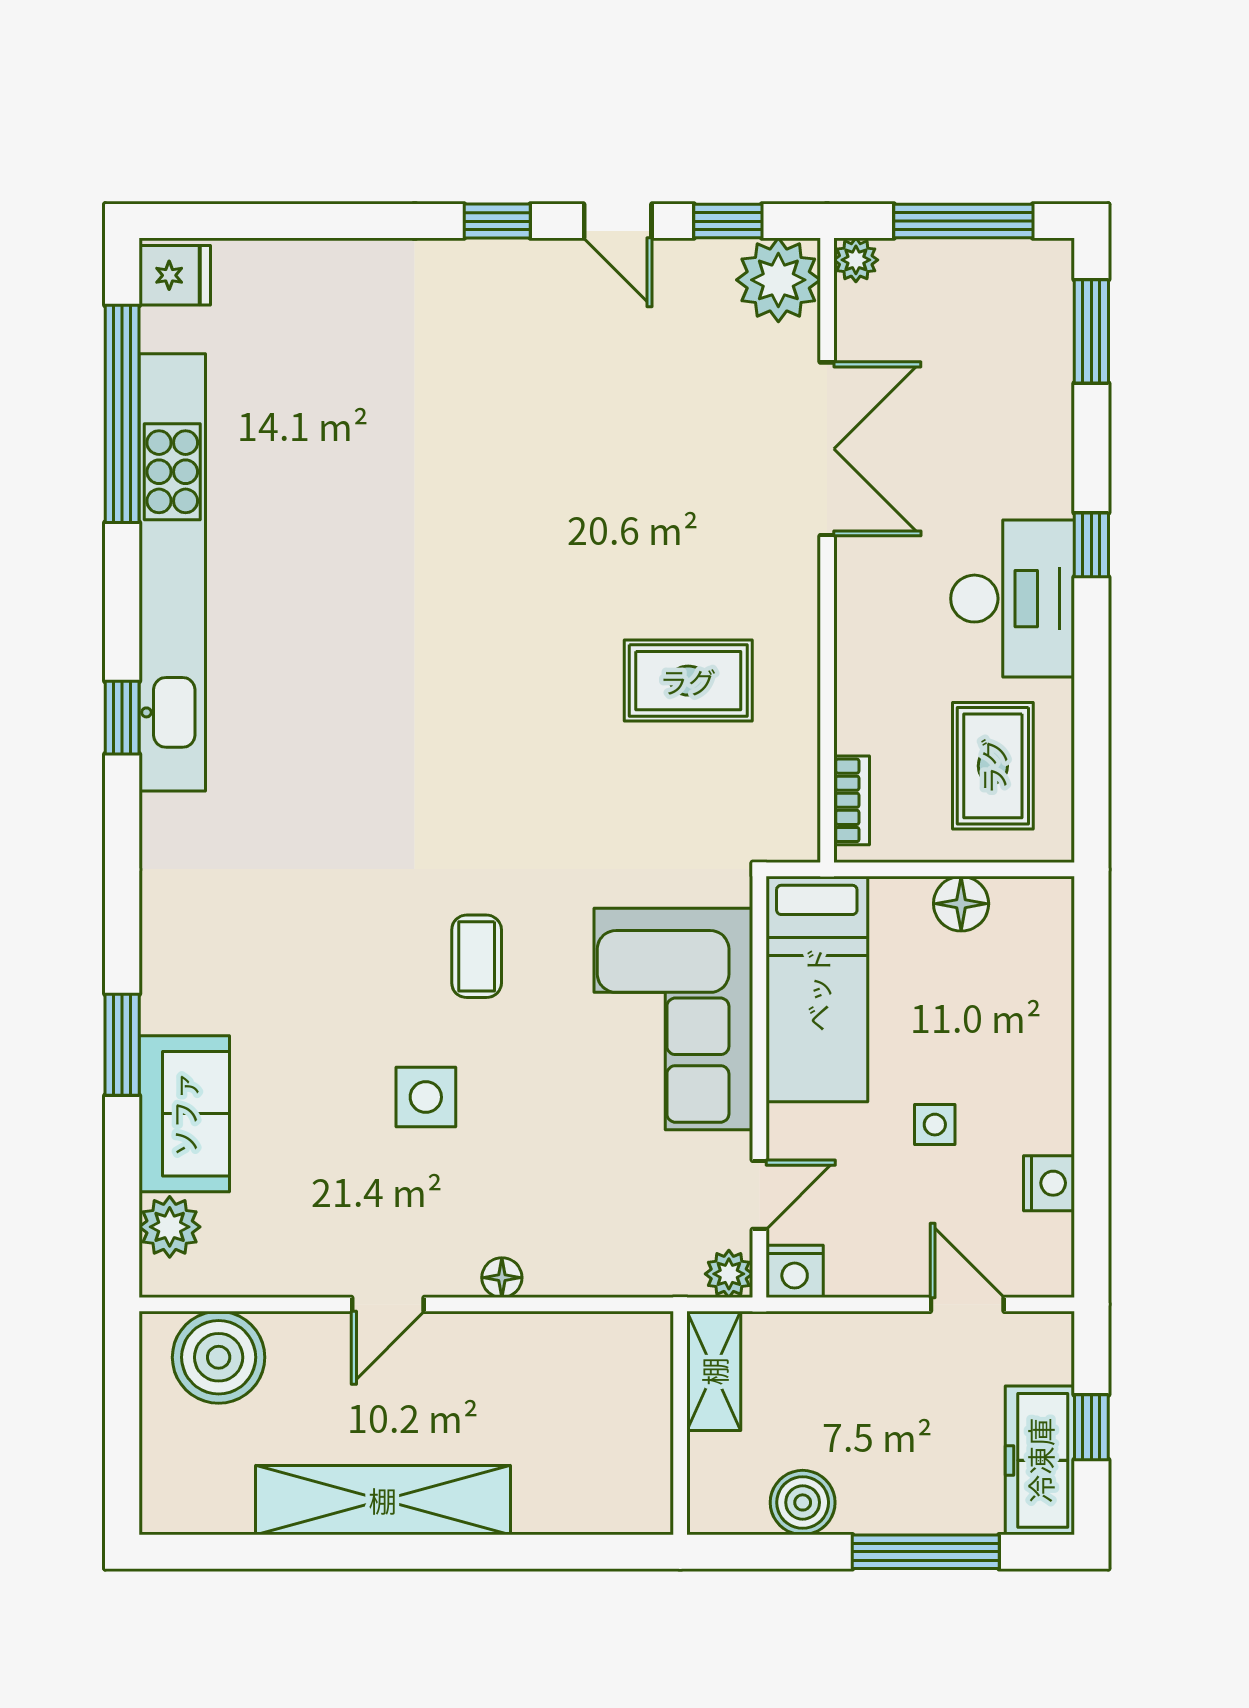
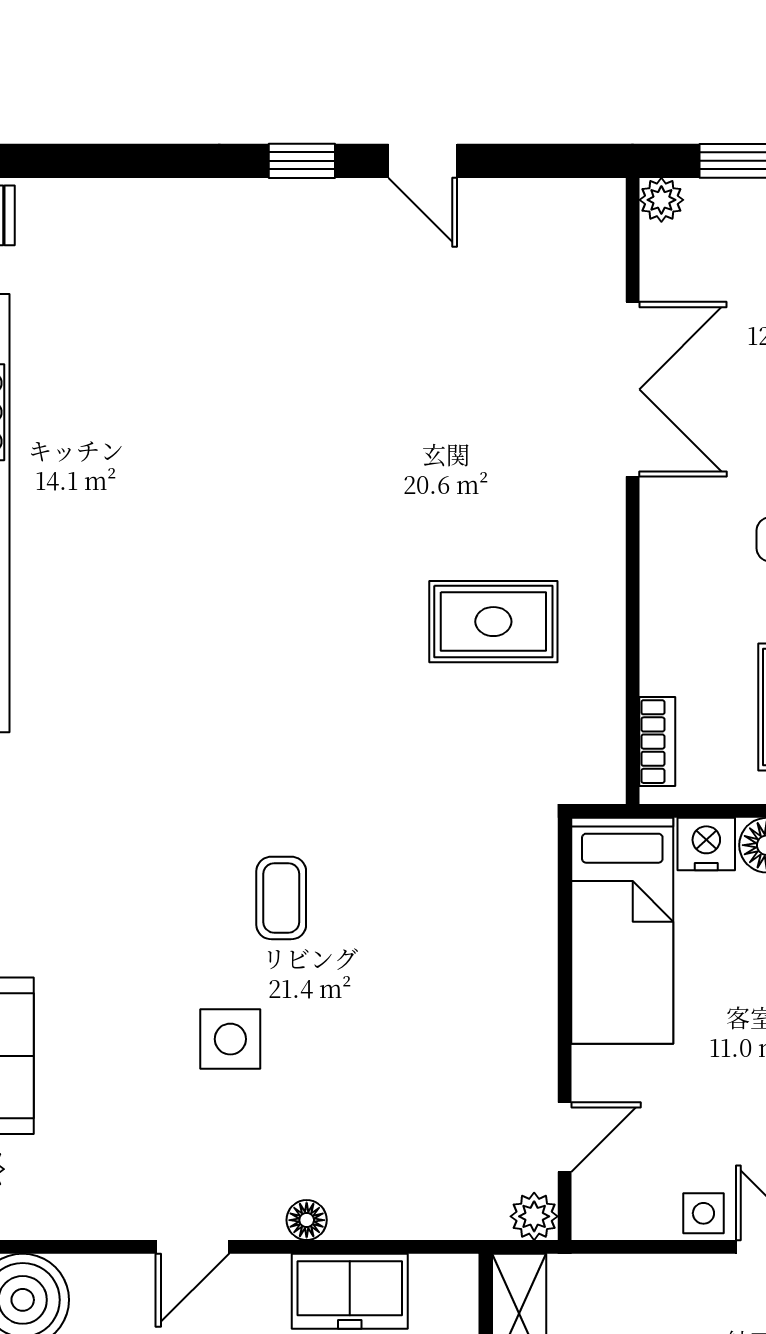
window: (728, 221) -> (533, 161), removed
plant: (778, 280) -> (584, 220), removed
corner sofa: (673, 1019) -> (479, 961), removed
side table: (935, 1125) -> (703, 1213), moved
nightstand: (795, 1271) -> (706, 844), moved, turned 180
freezer: (545, 1349) -> (350, 1291), added

